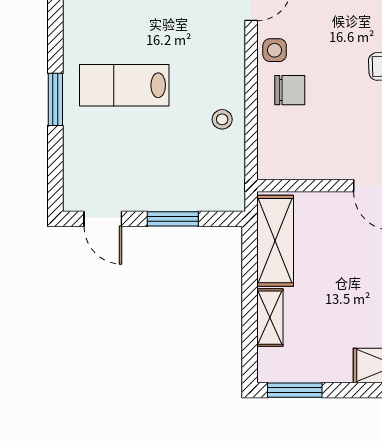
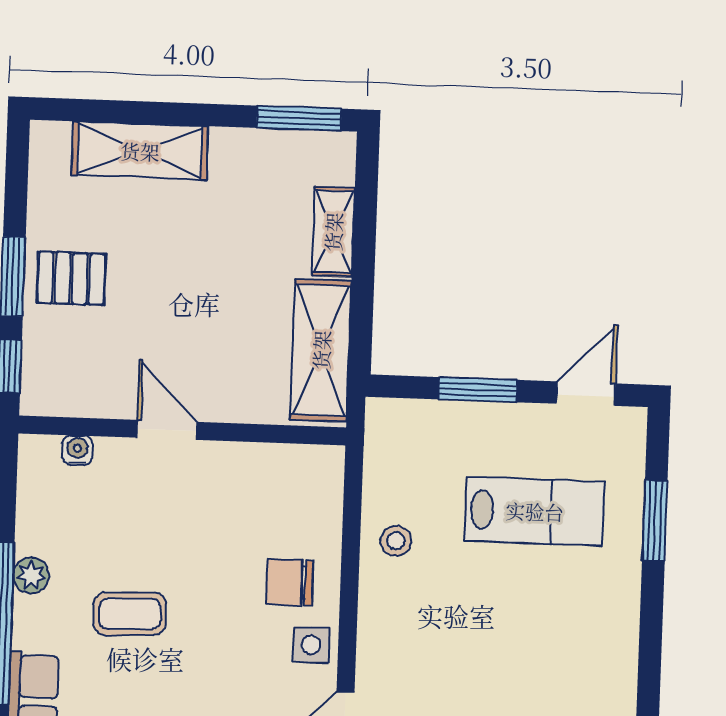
lab bench: (124, 85) -> (535, 511), moved
window: (55, 99) -> (655, 521), moved
door: (103, 219) -> (586, 394), hinge flipped

